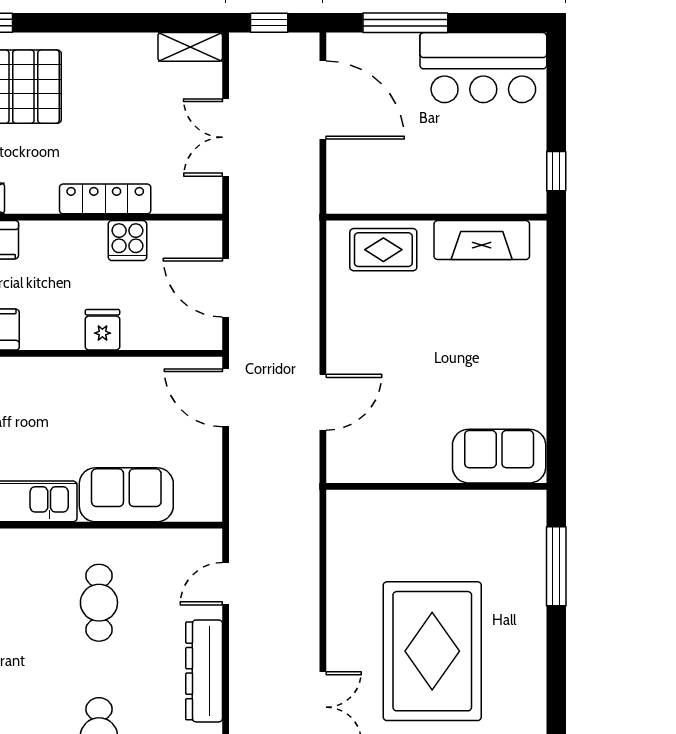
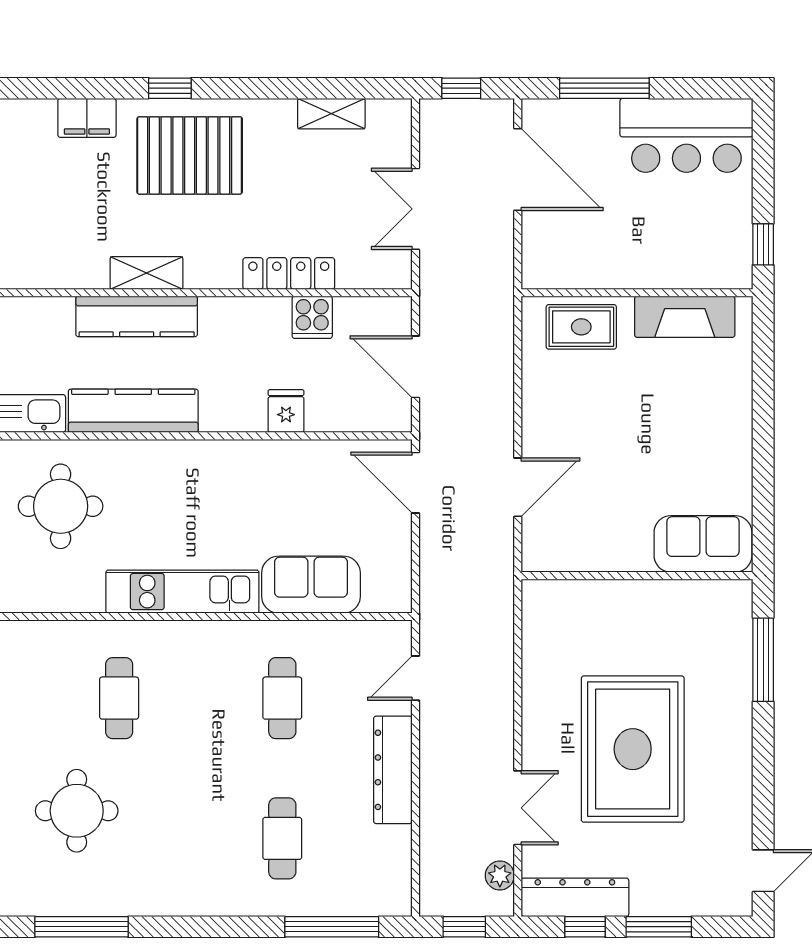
shelving: (190, 47) -> (331, 114), moved

